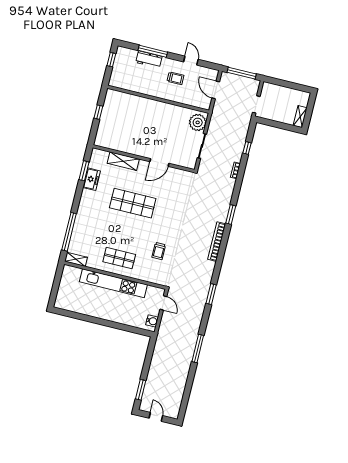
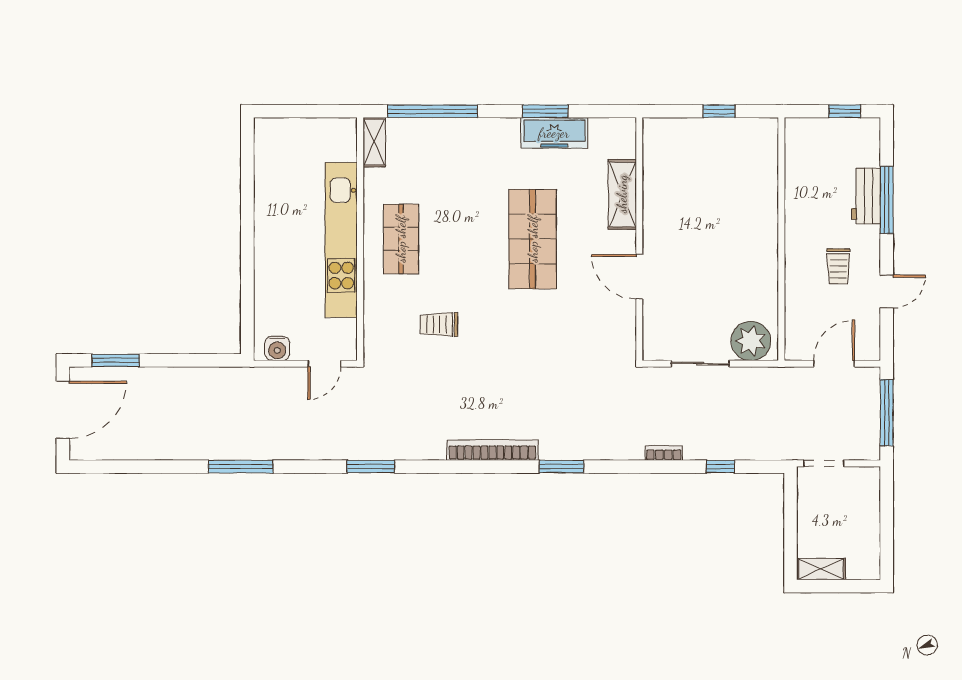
window: (84, 171) -> (545, 111), moved
freezer: (92, 179) -> (554, 133), width x1.40
door: (156, 417) -> (63, 410), width x1.87

